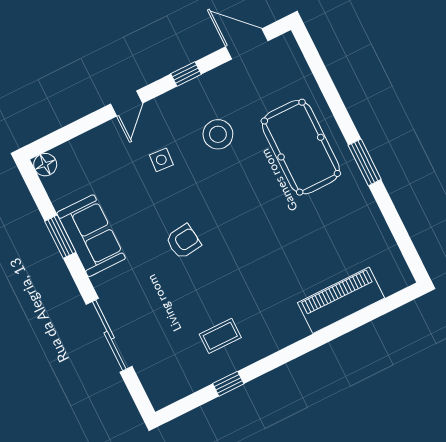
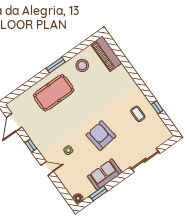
stool: (218, 134) -> (82, 65), moved
window: (60, 237) -> (99, 193), moved
armchair: (183, 241) -> (101, 136), width x1.88, depth x1.88
piano: (341, 300) -> (106, 54), moved

